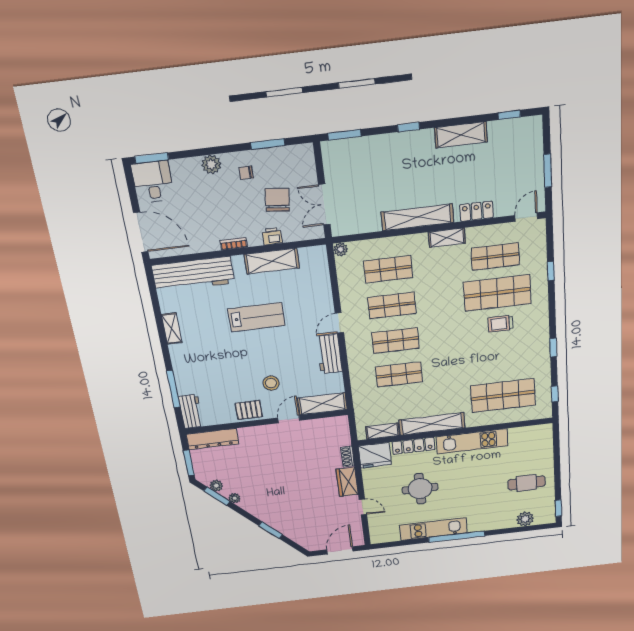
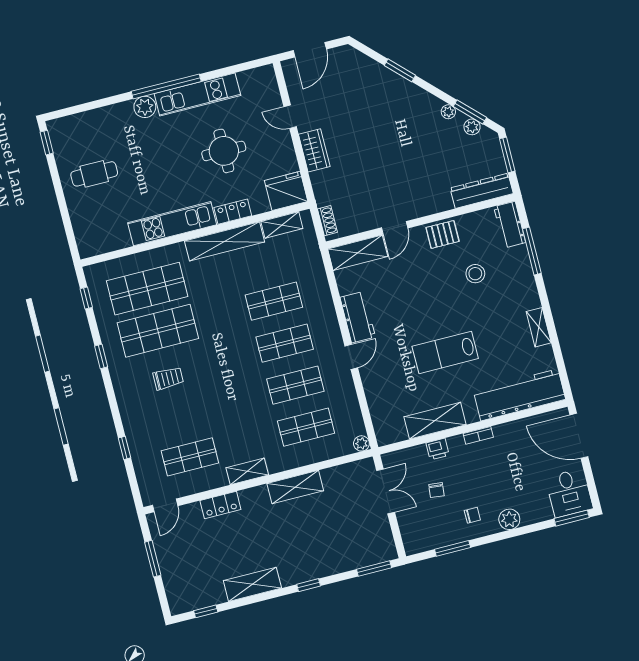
chair: (277, 200) -> (436, 490), width x0.54, depth x0.54
shelving: (417, 217) -> (295, 487), width x0.68
shop shelf: (497, 293) -> (158, 331), moved
stool: (271, 383) -> (475, 274), moved
locker: (414, 446) -> (233, 212), width x0.66
shoe rack: (348, 457) -> (327, 221), moved
plant: (525, 519) -> (145, 107), moved

